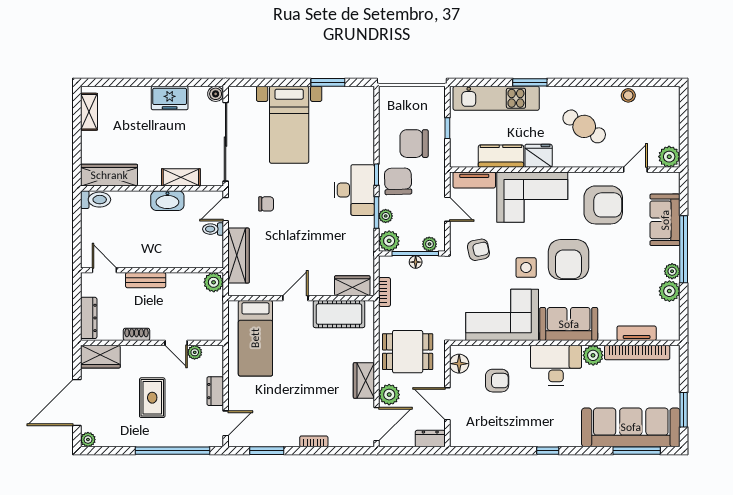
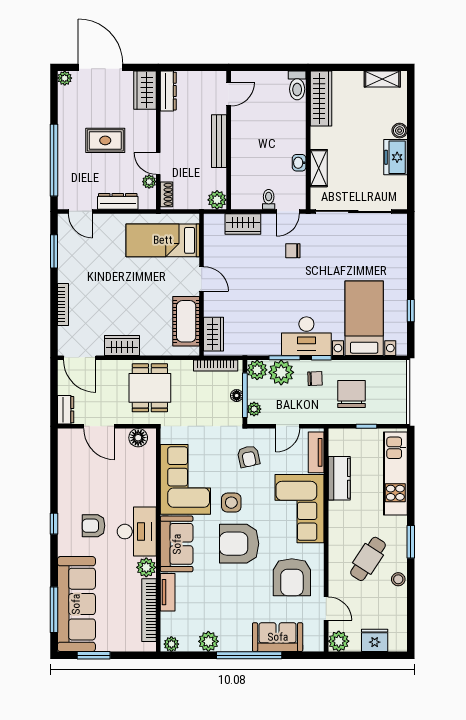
window: (328, 82) -> (411, 311), width x0.67
window: (530, 82) -> (411, 542), moved
boiler: (216, 94) -> (400, 131), moved
stool: (628, 95) -> (398, 579), moved
bed with nightstands: (289, 125) -> (364, 318), moved, turned 90
fridge: (539, 156) -> (375, 640), moved, turned -90
chair: (398, 181) -> (315, 379), width x0.54, depth x0.54
washbasin: (167, 201) -> (299, 163), width x0.52, depth x0.69
chair: (266, 204) -> (293, 251), turned 90
door: (226, 209) -> (288, 211), swing flipped
plant: (386, 216) -> (281, 372), width x1.88, depth x1.88
wardrobe: (238, 256) -> (243, 224), width x0.67
plant: (672, 271) -> (171, 644), moved
bench: (146, 280) -> (219, 141), width x1.36
bookcase: (385, 292) -> (216, 365), width x1.56
dresser: (89, 318) -> (168, 91), moved, turned -90
tv unit: (637, 333) -> (168, 592), moved
shoe rack: (137, 334) -> (167, 194), moved
door: (176, 343) -> (158, 164), hinge flipped
armchair: (497, 381) -> (93, 526), moved, turned 90
dresser: (215, 391) -> (118, 201), width x1.44
plant: (389, 395) -> (108, 370), removed
door: (447, 404) -> (99, 426), swing flipped
bookcase: (314, 441) -> (63, 305), width x1.56

